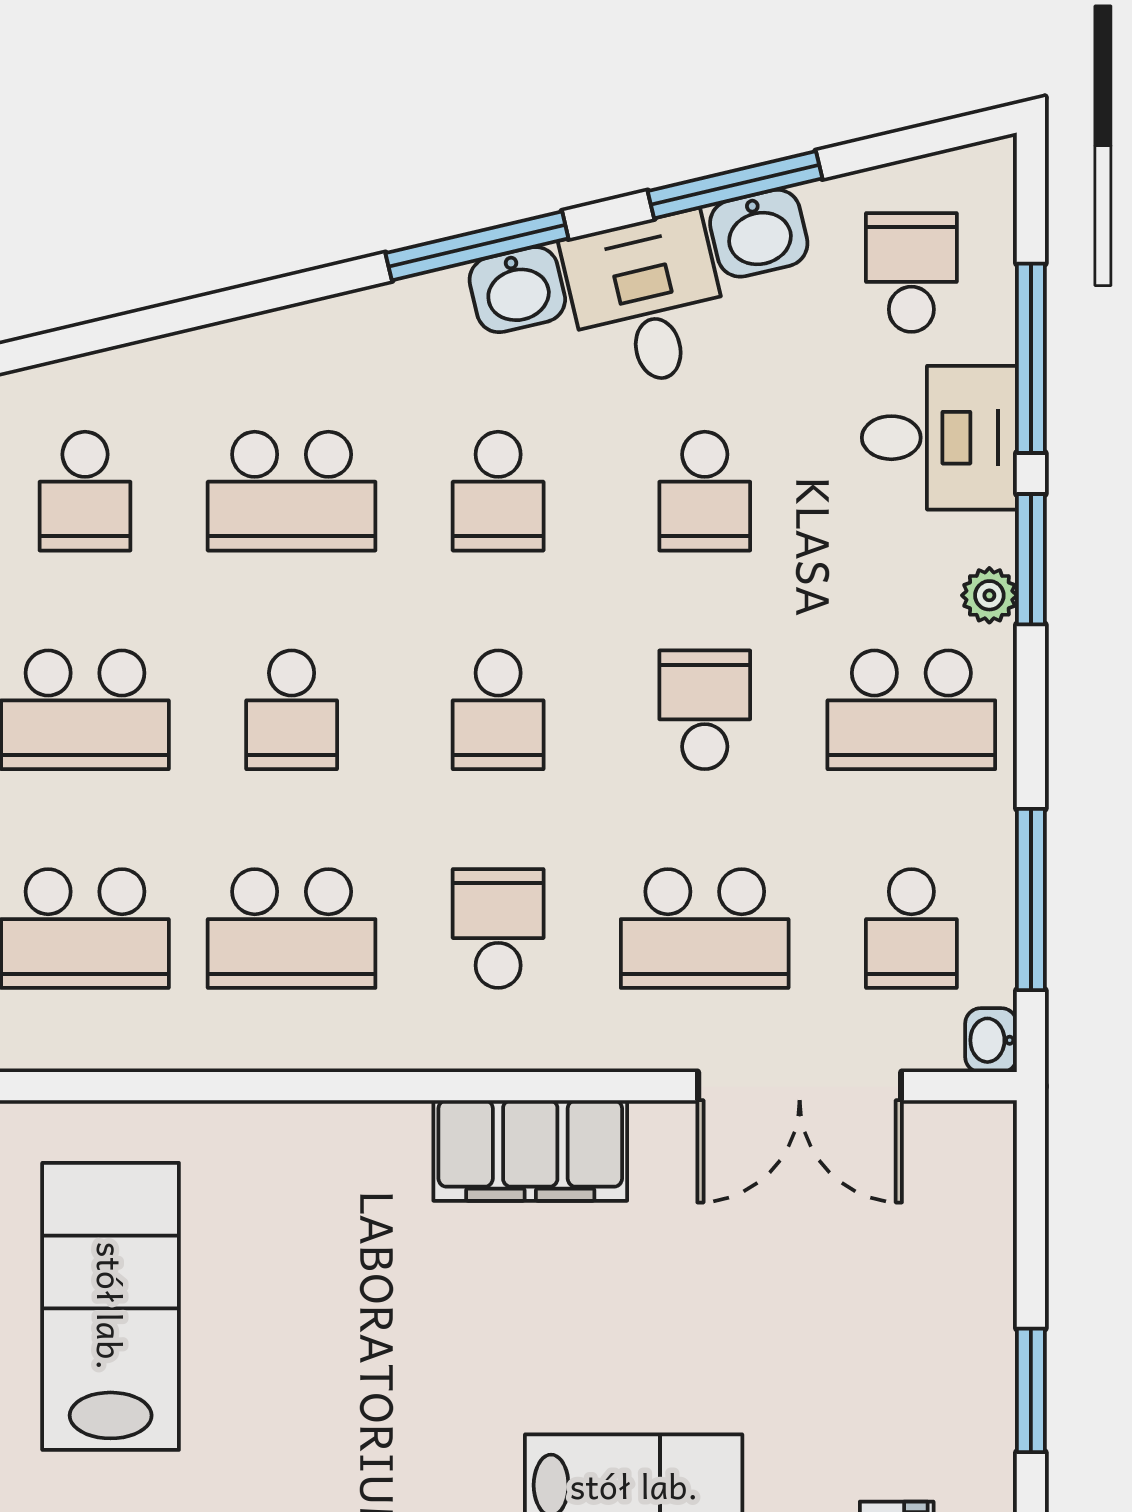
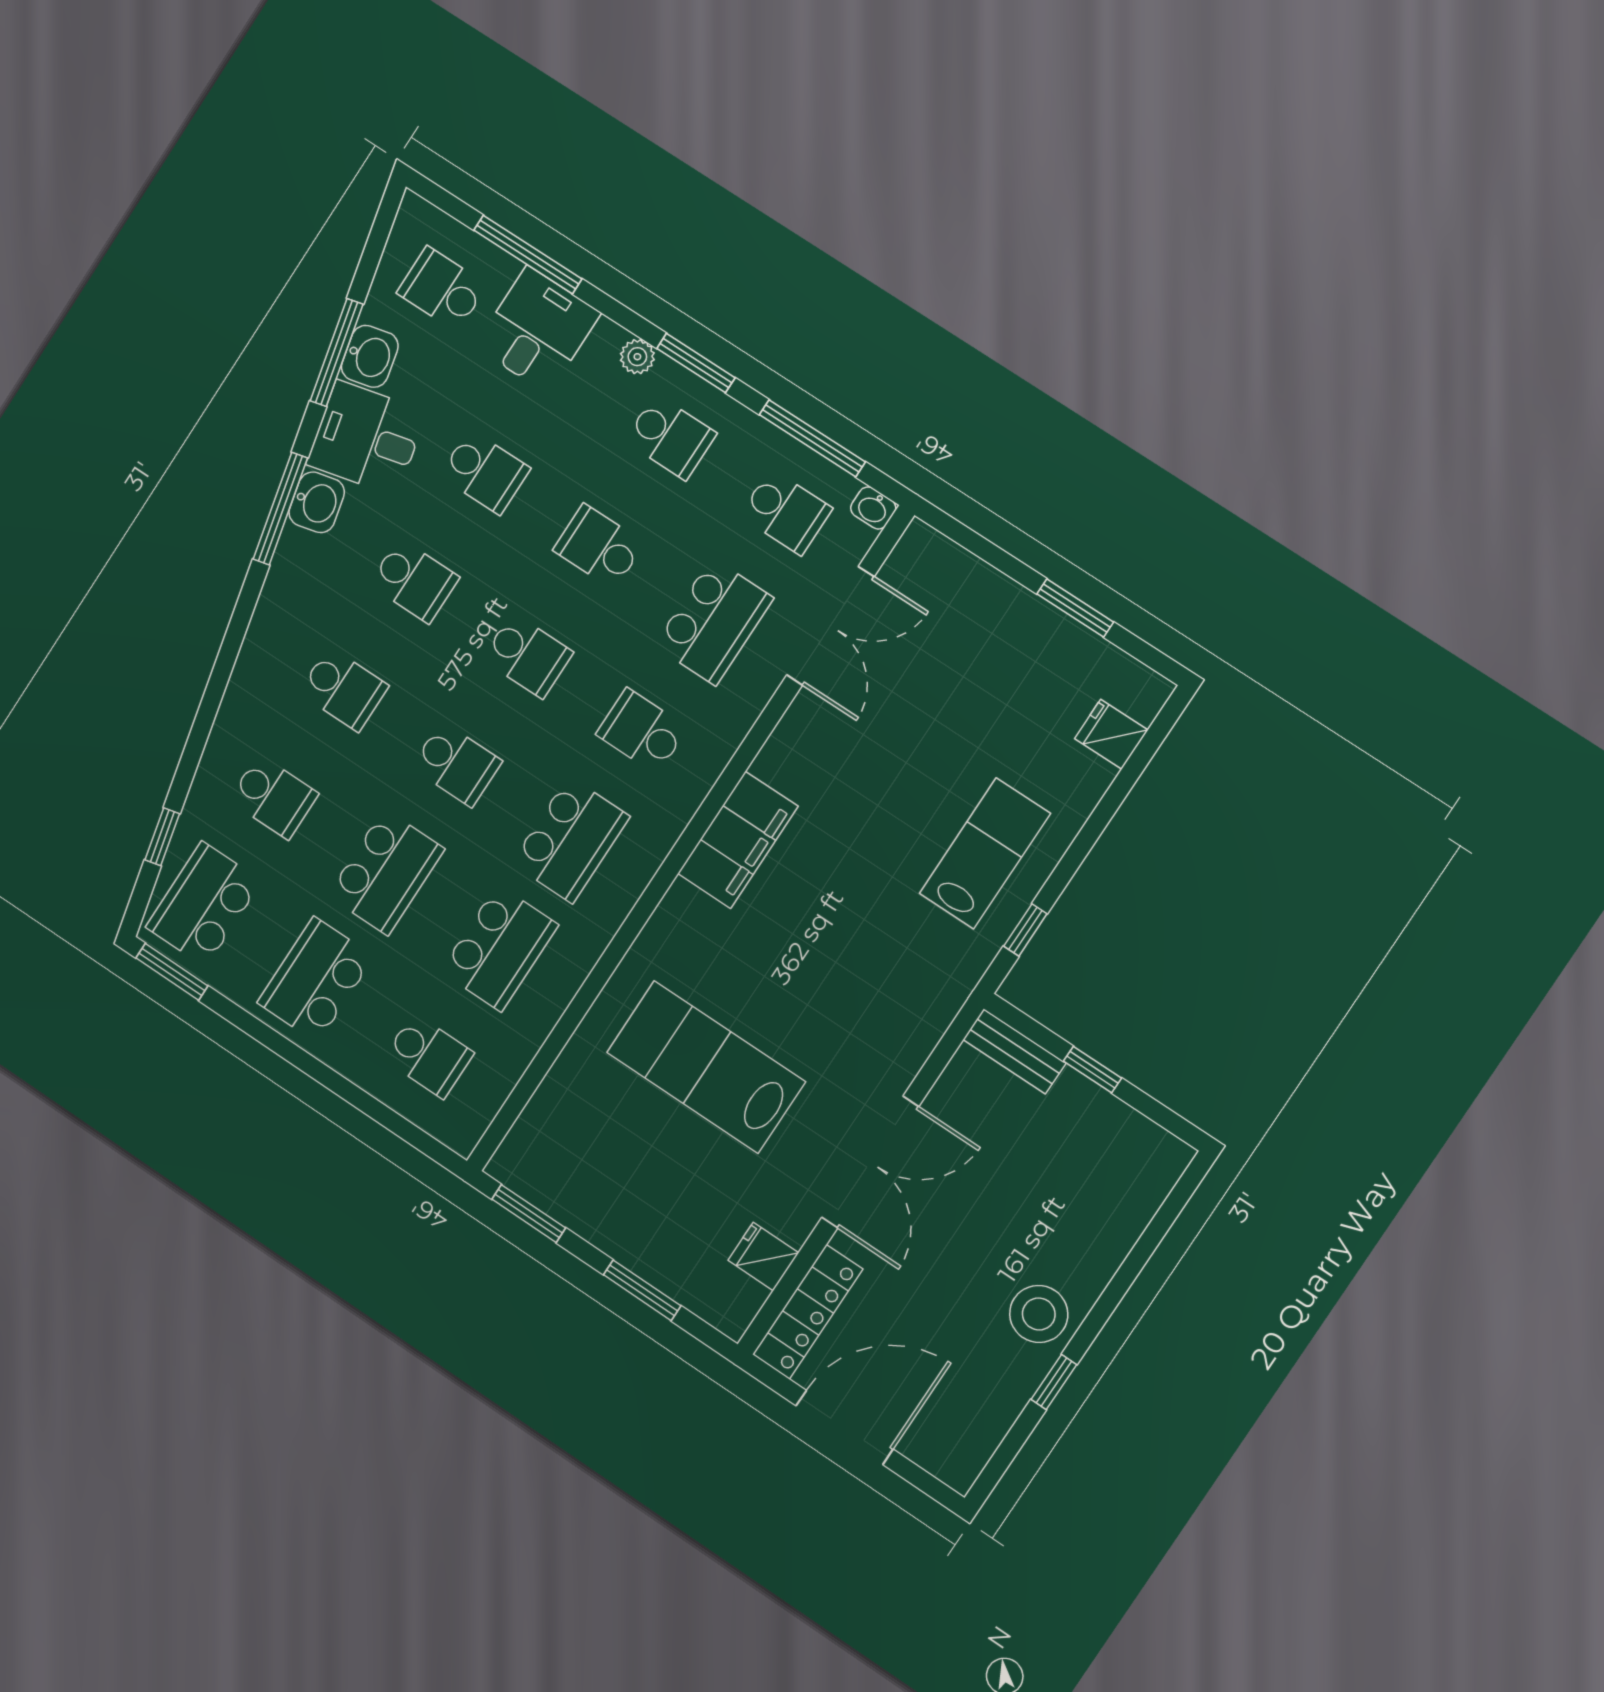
school desk: (292, 491) -> (344, 689), width x0.54
window: (1031, 559) -> (696, 363), moved
school desk: (911, 710) -> (670, 437), width x0.54
filing cabinet: (530, 1150) -> (738, 840), moved

